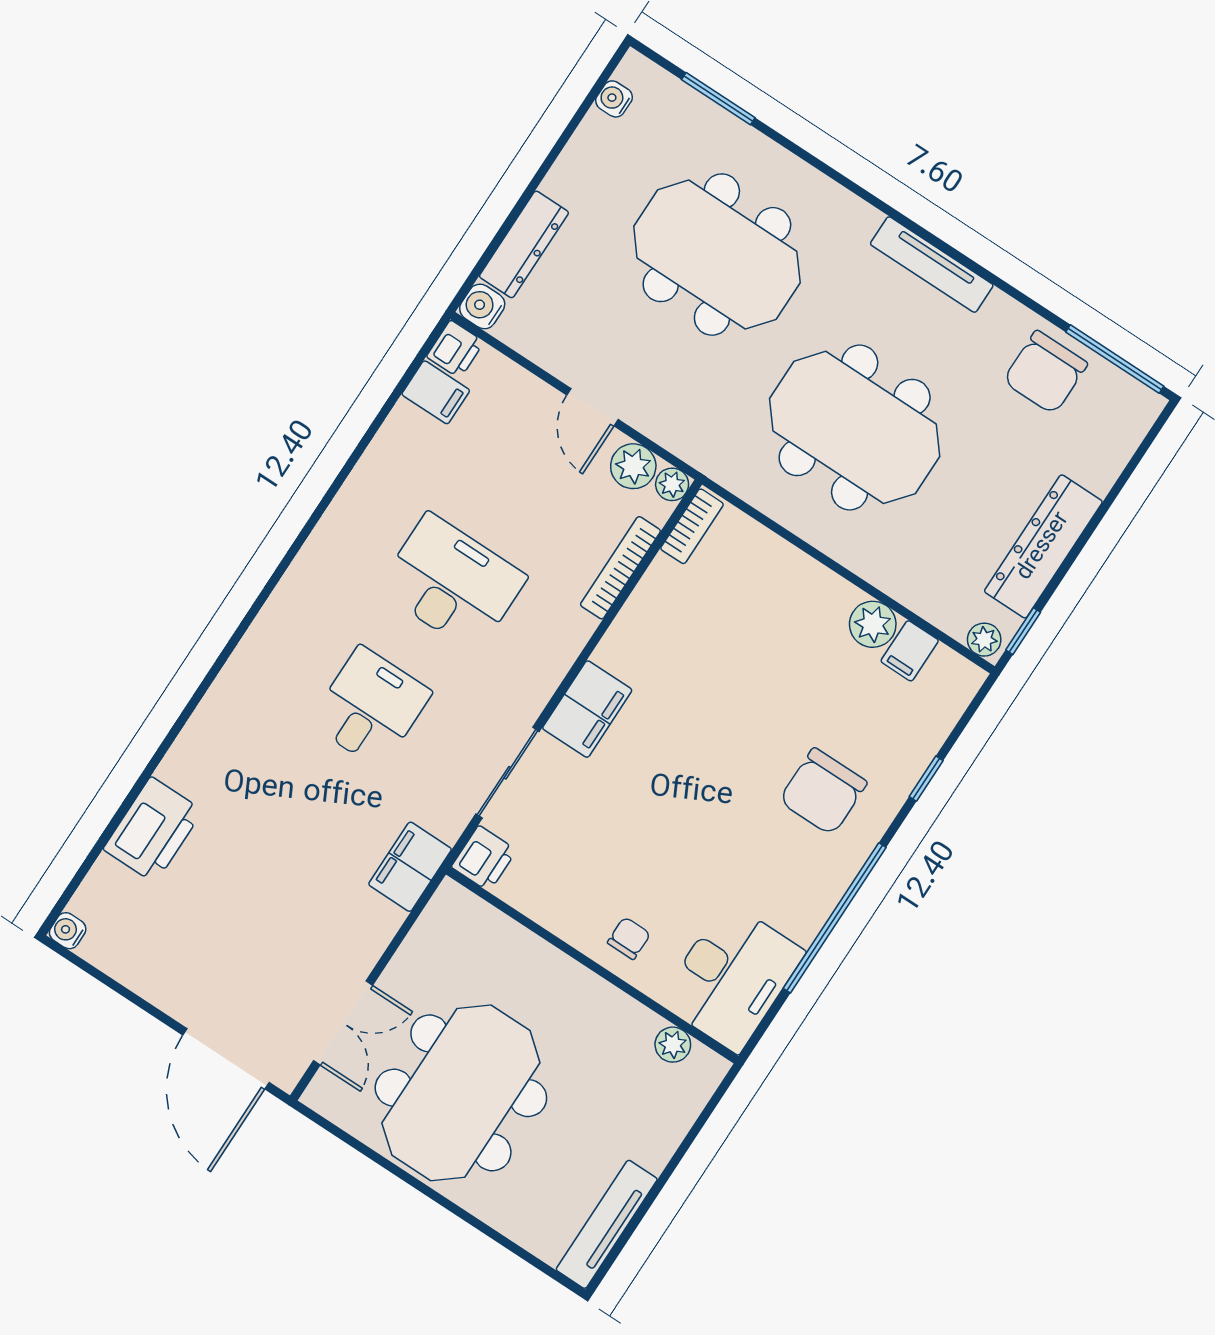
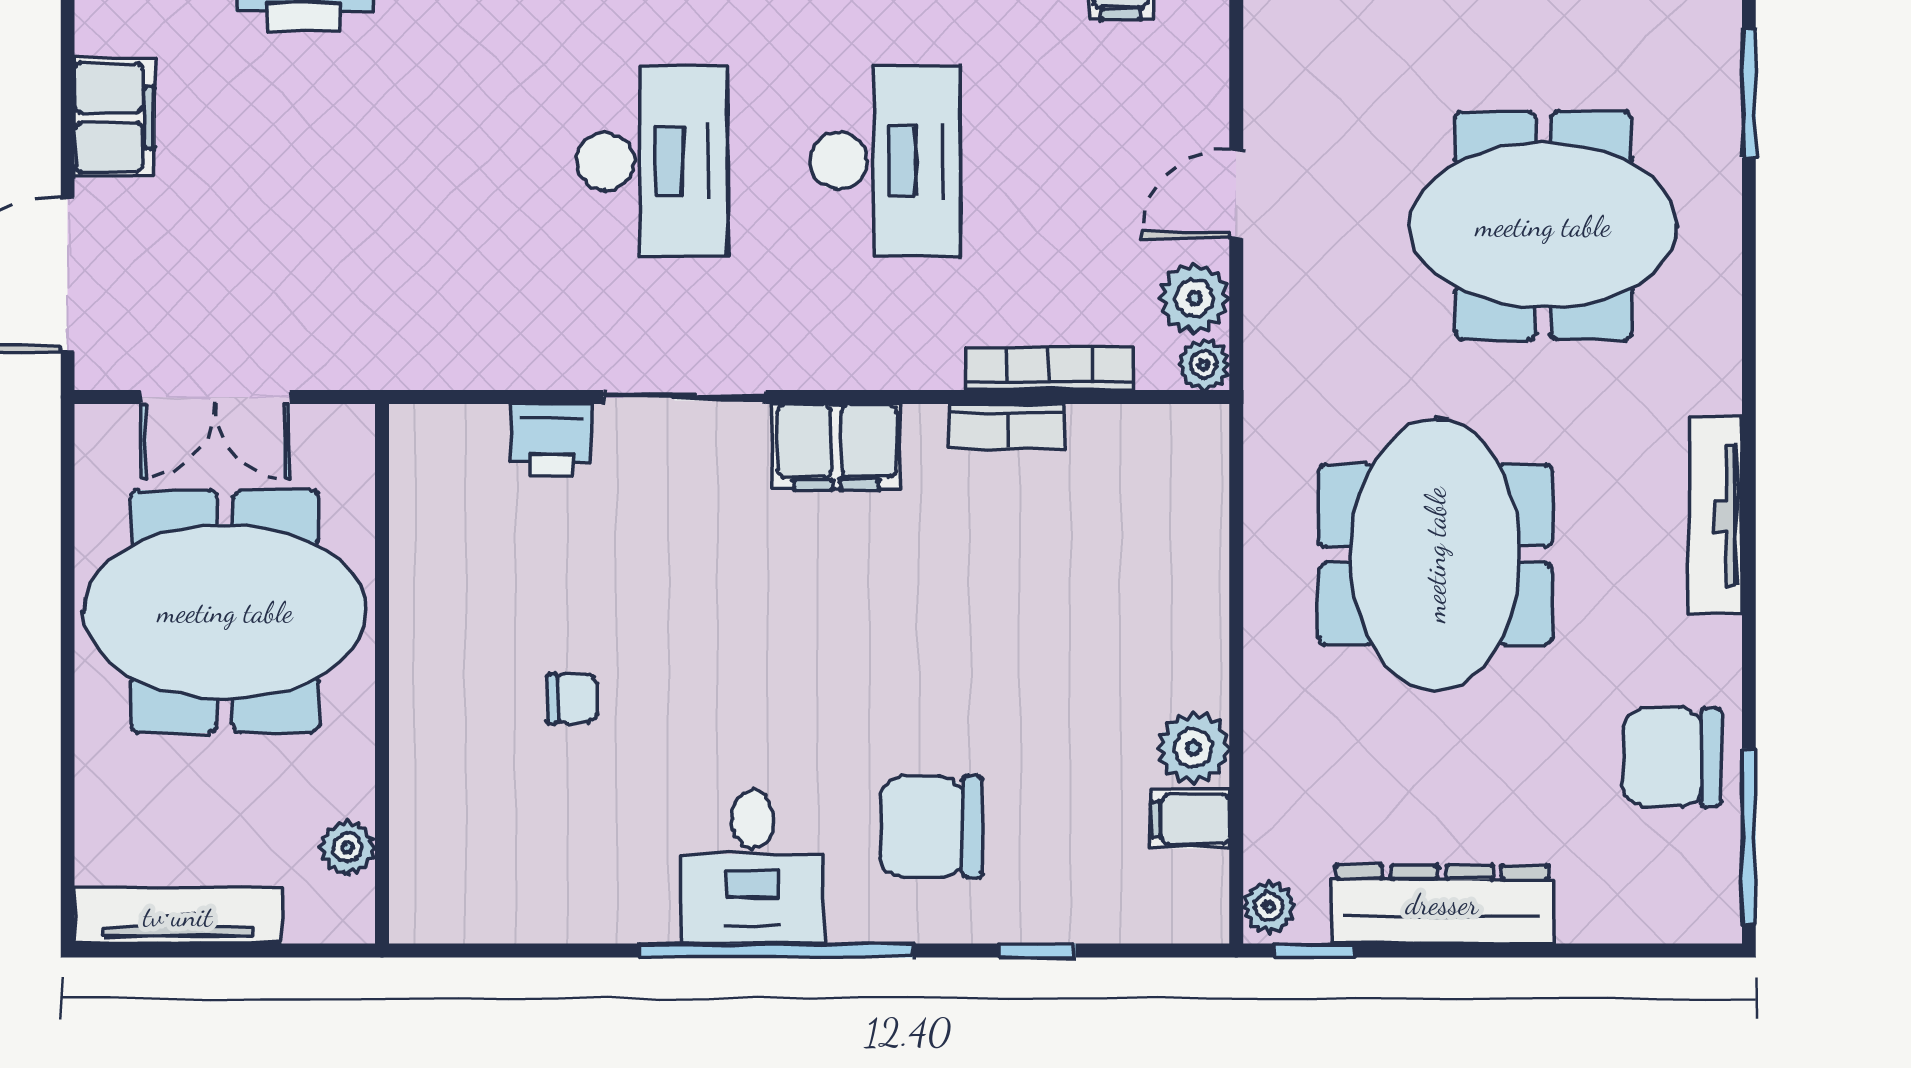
meeting table: (717, 255) -> (1543, 226), turned 90
bookcase: (692, 526) -> (1007, 427), moved
desk: (370, 707) -> (652, 161), width x1.37
filing cabinet: (410, 867) -> (114, 117), moved, turned 90
wall: (592, 965) -> (382, 674), moved
desk: (732, 977) -> (753, 867), moved, width x0.73
plant: (673, 1045) -> (348, 848), moved

